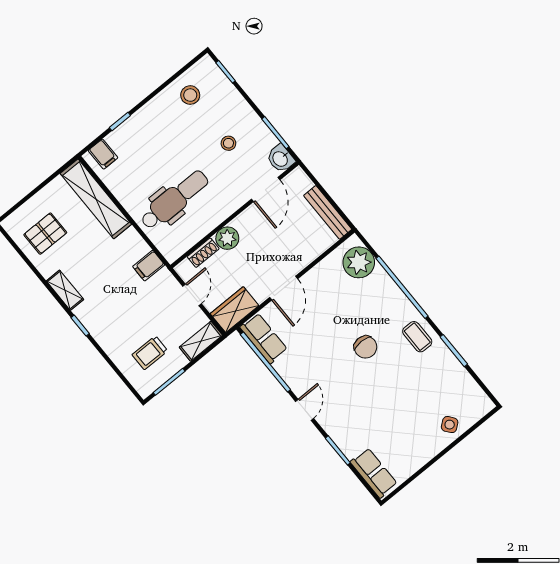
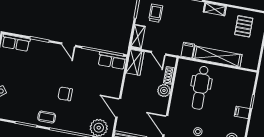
filing cabinet: (103, 154) -> (242, 112), moved
shelving: (96, 199) -> (217, 56), moved
door: (284, 288) -> (118, 108), moved

